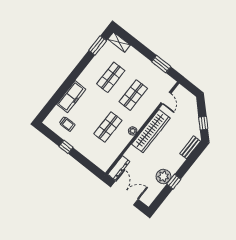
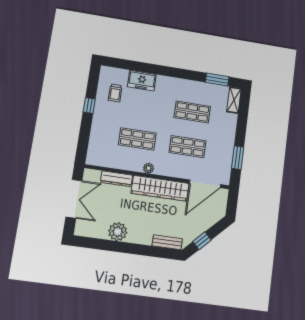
freezer: (71, 97) -> (142, 81), width x0.71
door: (166, 98) -> (205, 184), width x1.88
dresser: (119, 168) -> (116, 179), moved
window: (174, 182) -> (118, 247), removed

